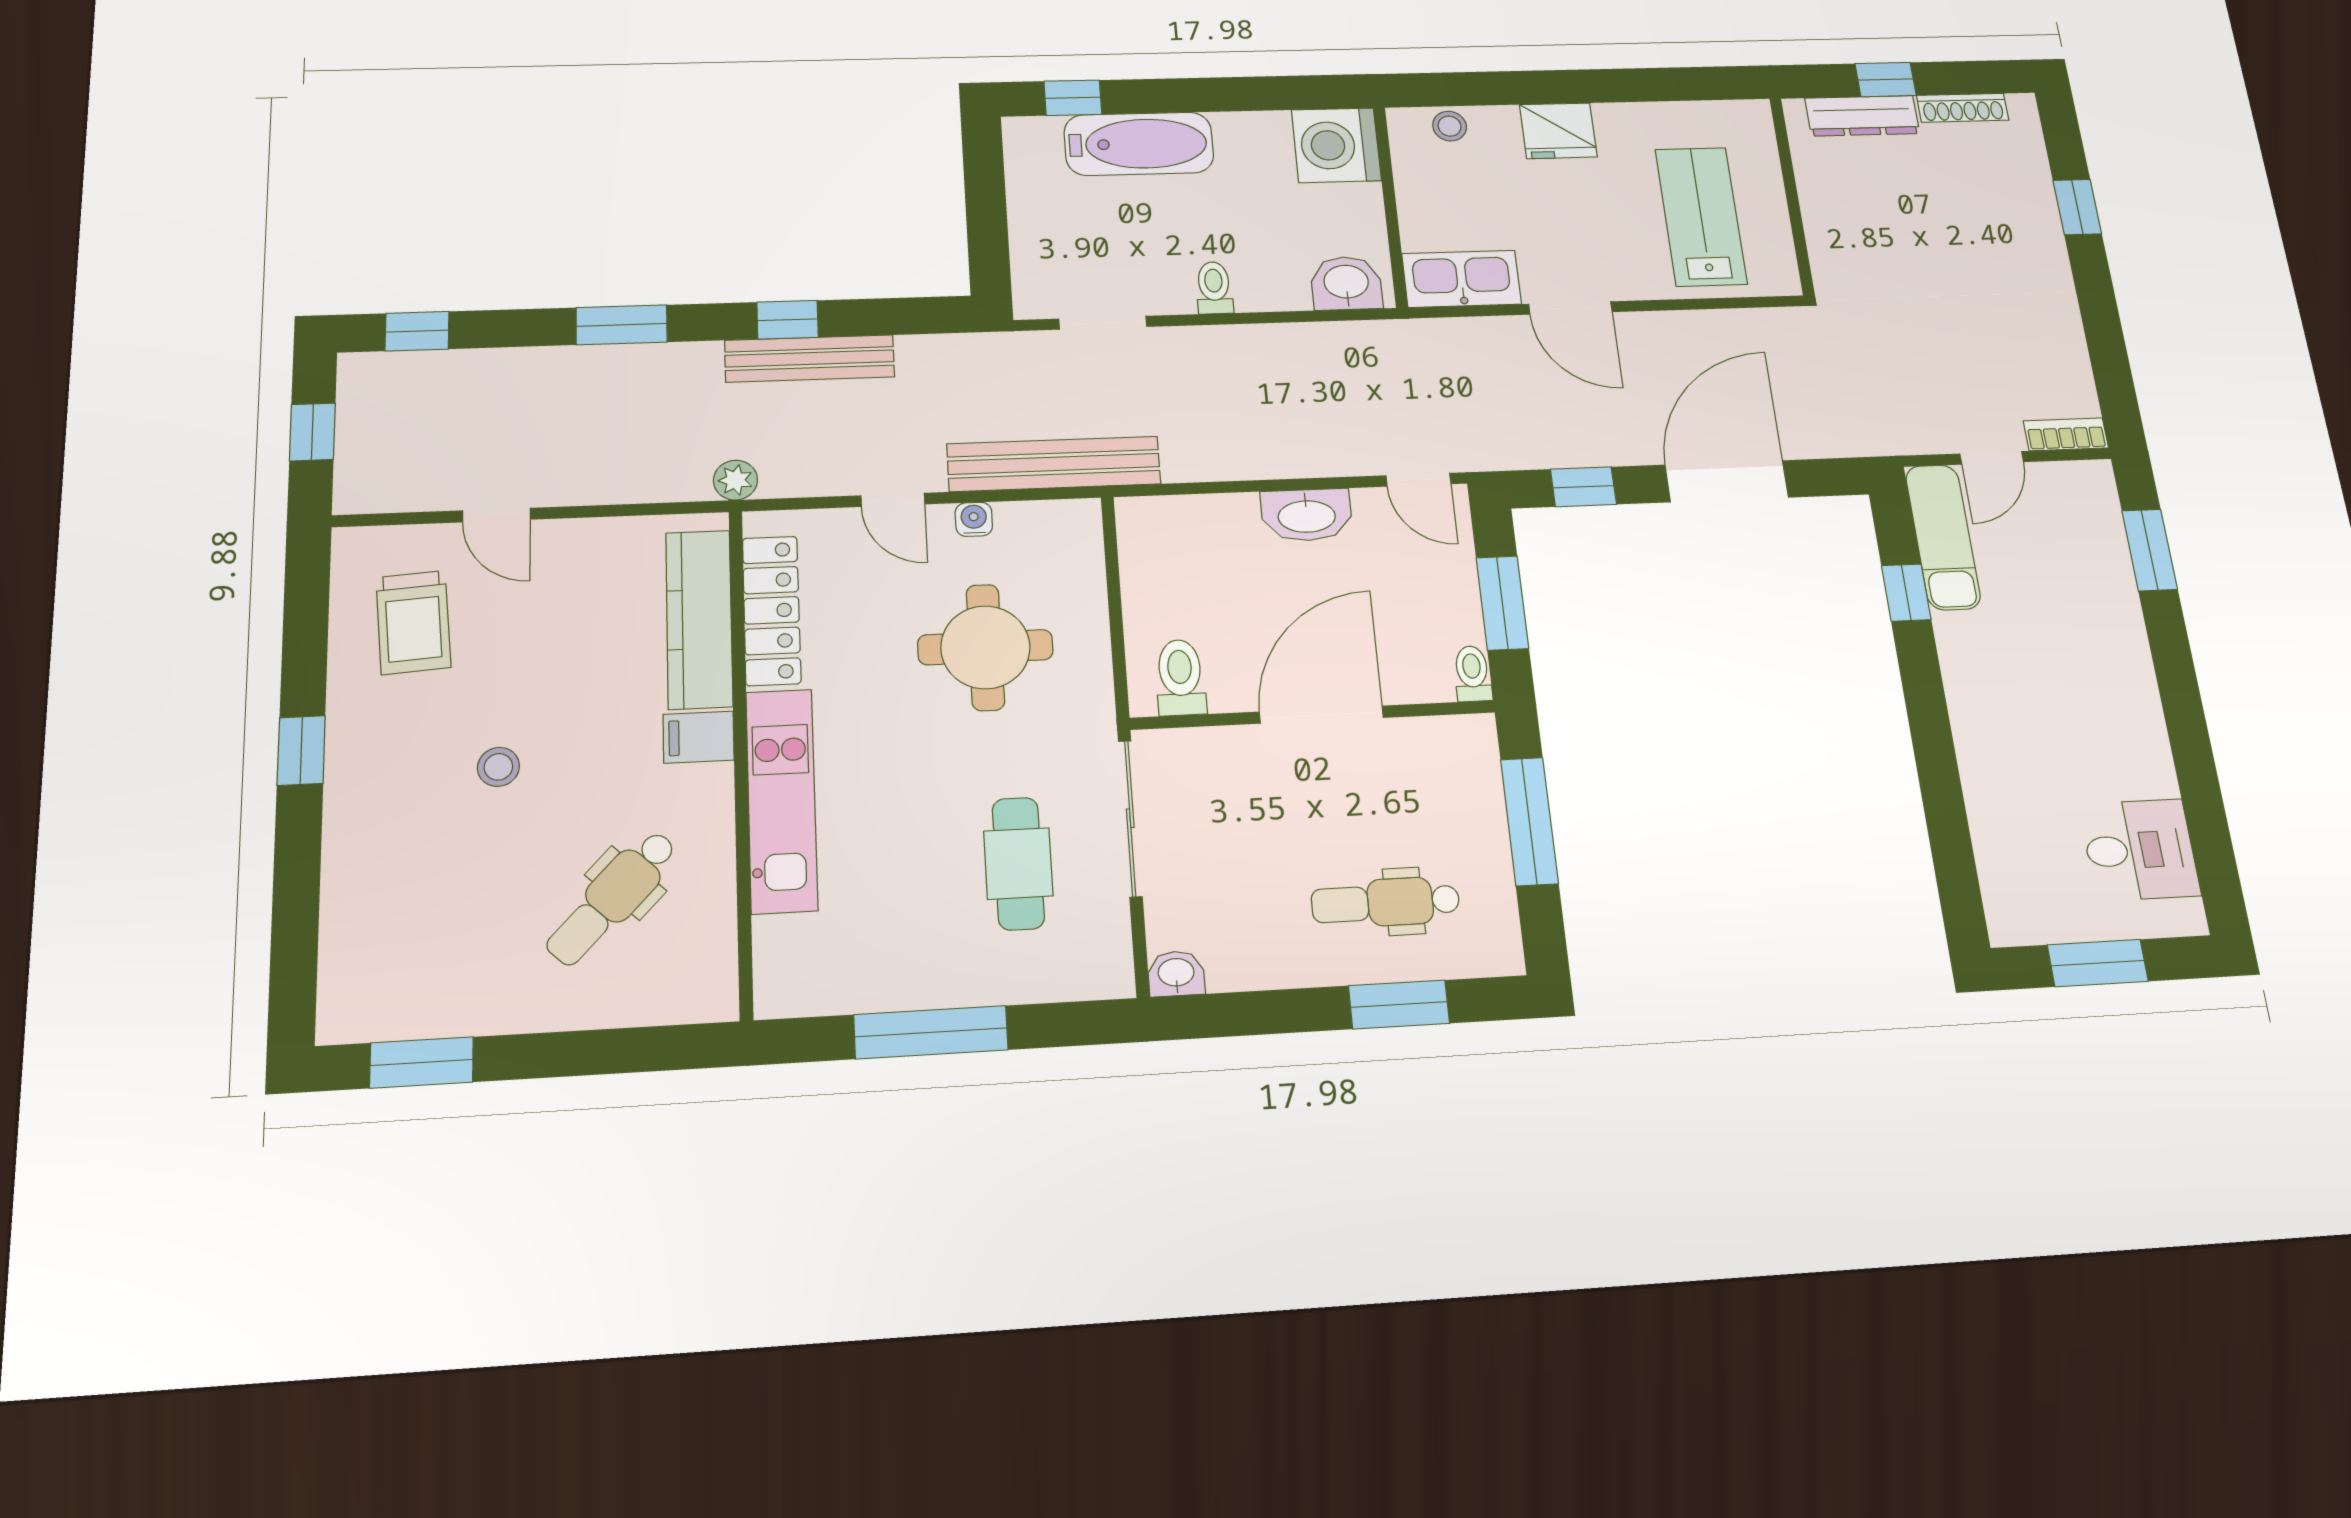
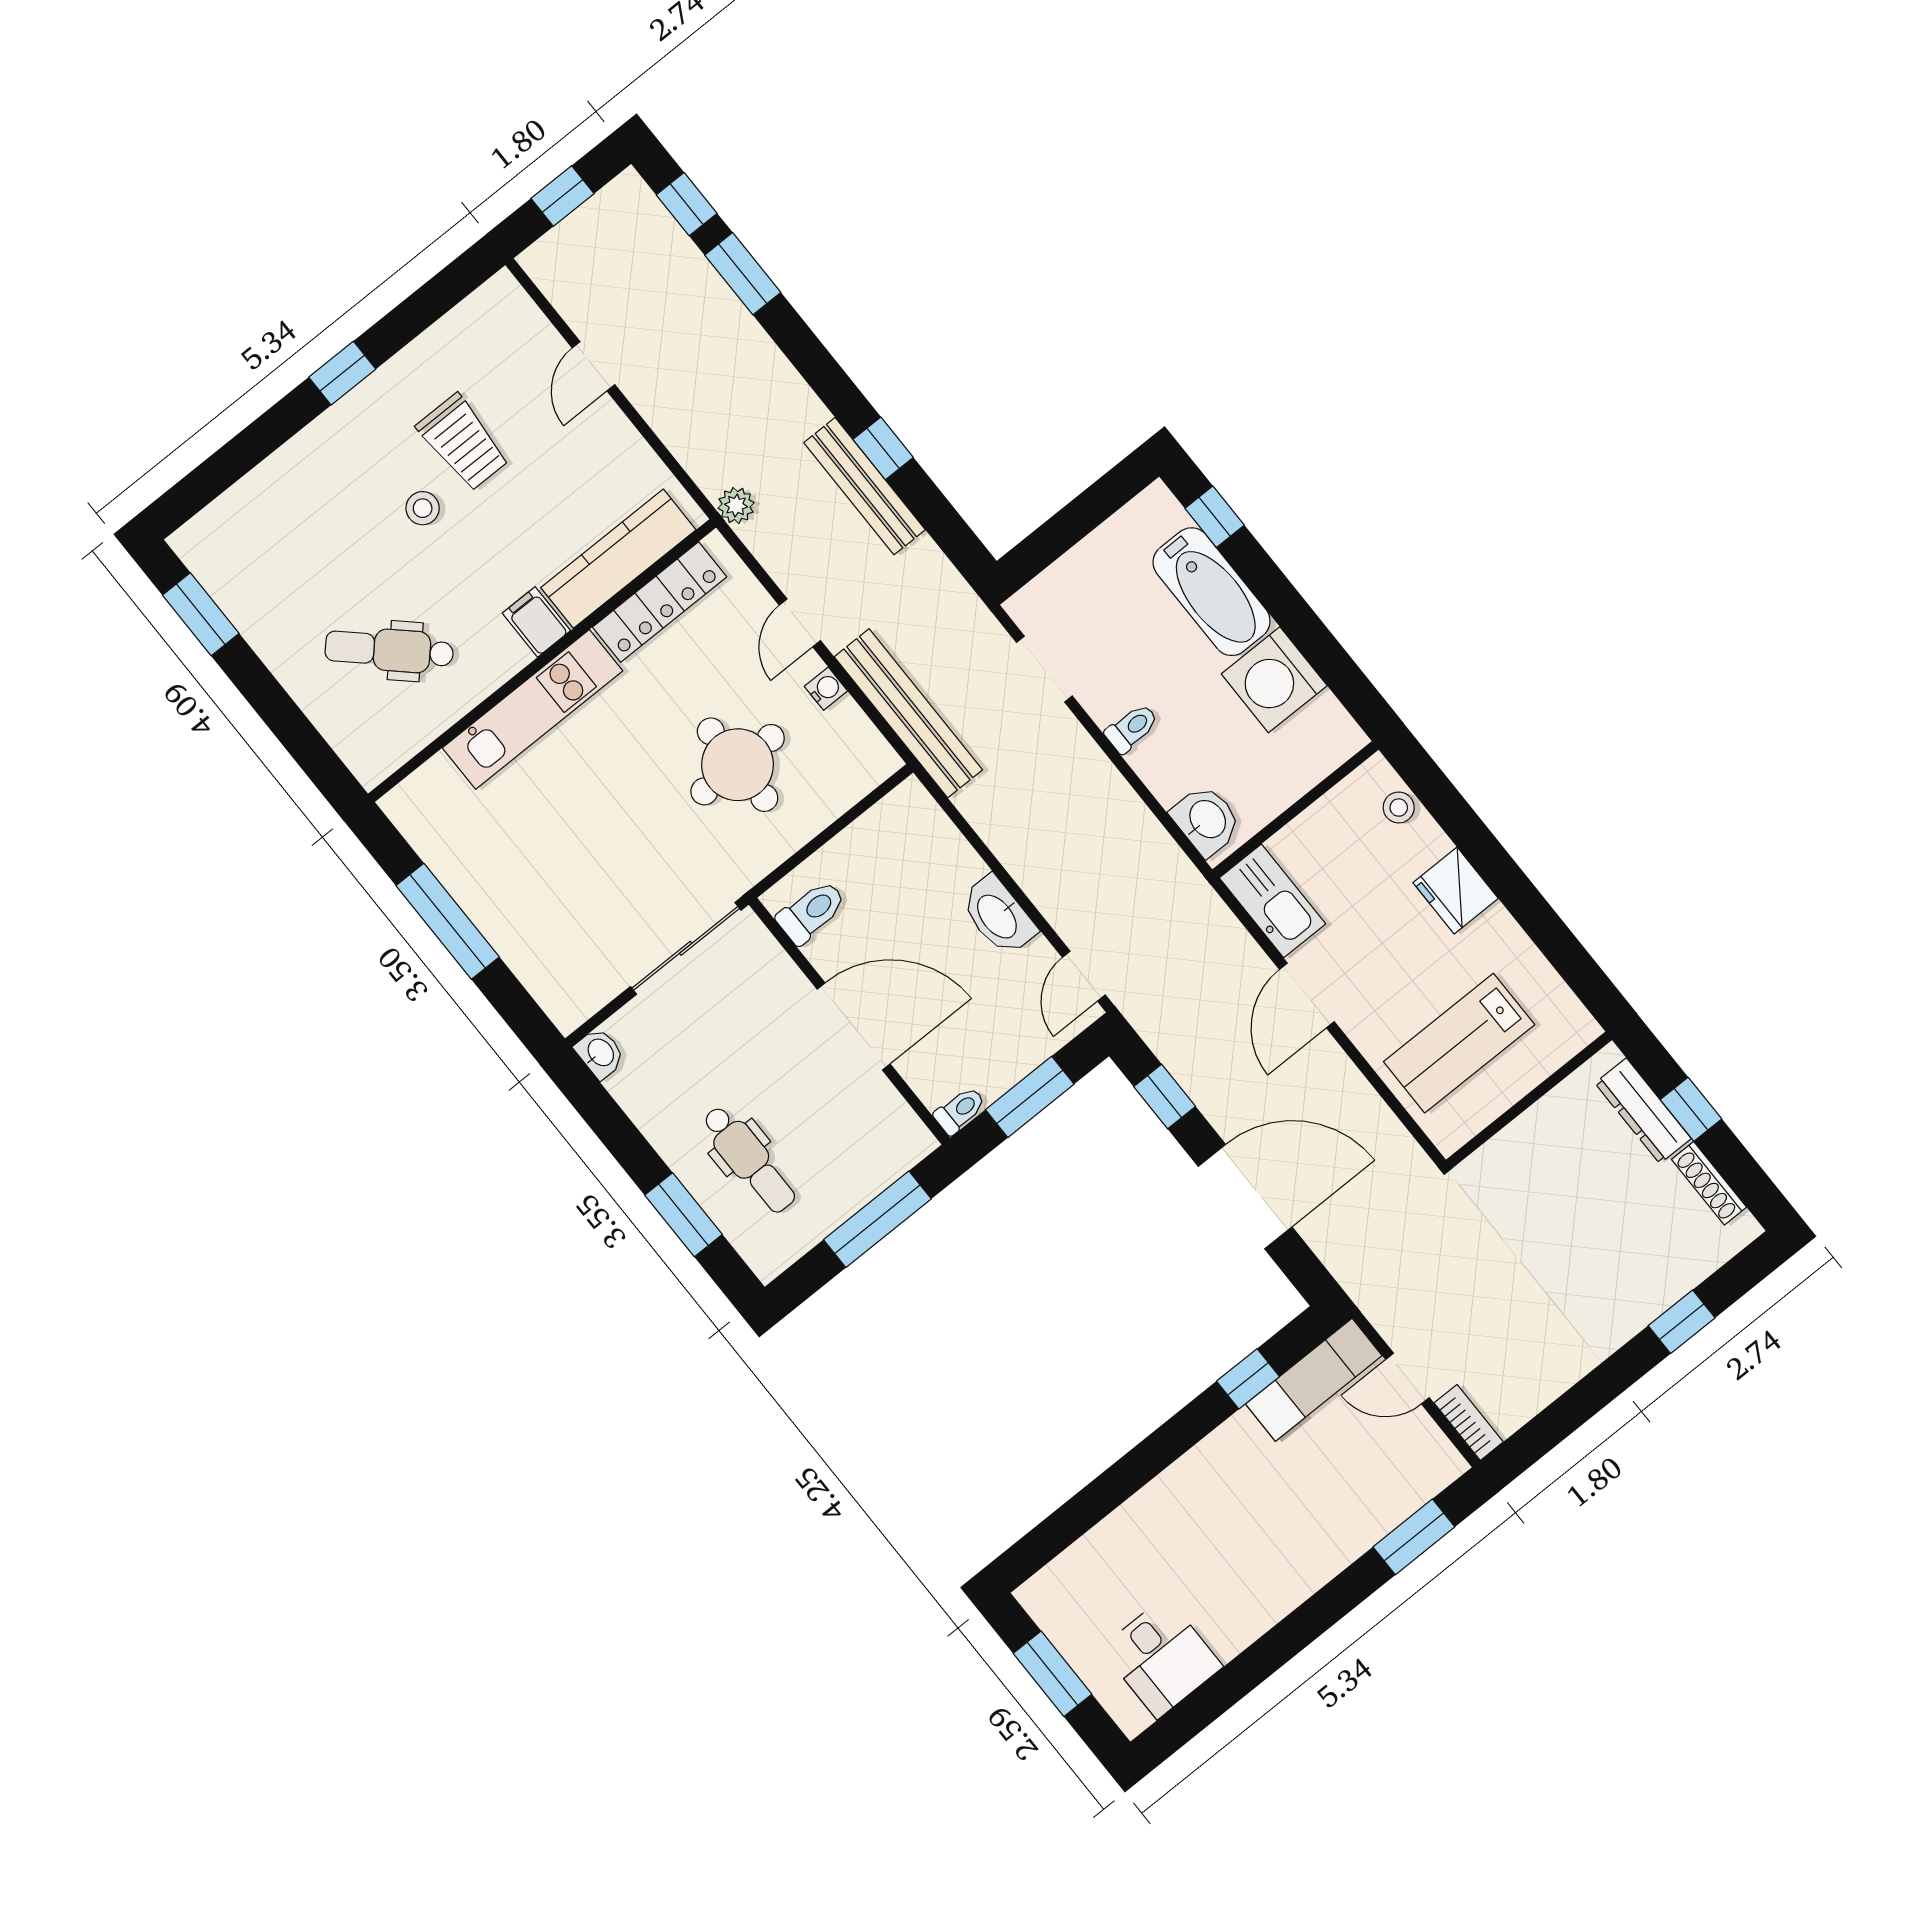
washing machine: (1336, 145) -> (1274, 680), moved, turned -90
lab bench: (1701, 216) -> (1459, 1043), turned 180
window: (622, 325) -> (743, 274), moved
trolley: (413, 622) -> (463, 442), moved, turned -86
cafe table: (1018, 863) -> (601, 896), removed
dental chair: (1386, 902) -> (749, 1159), turned 180

